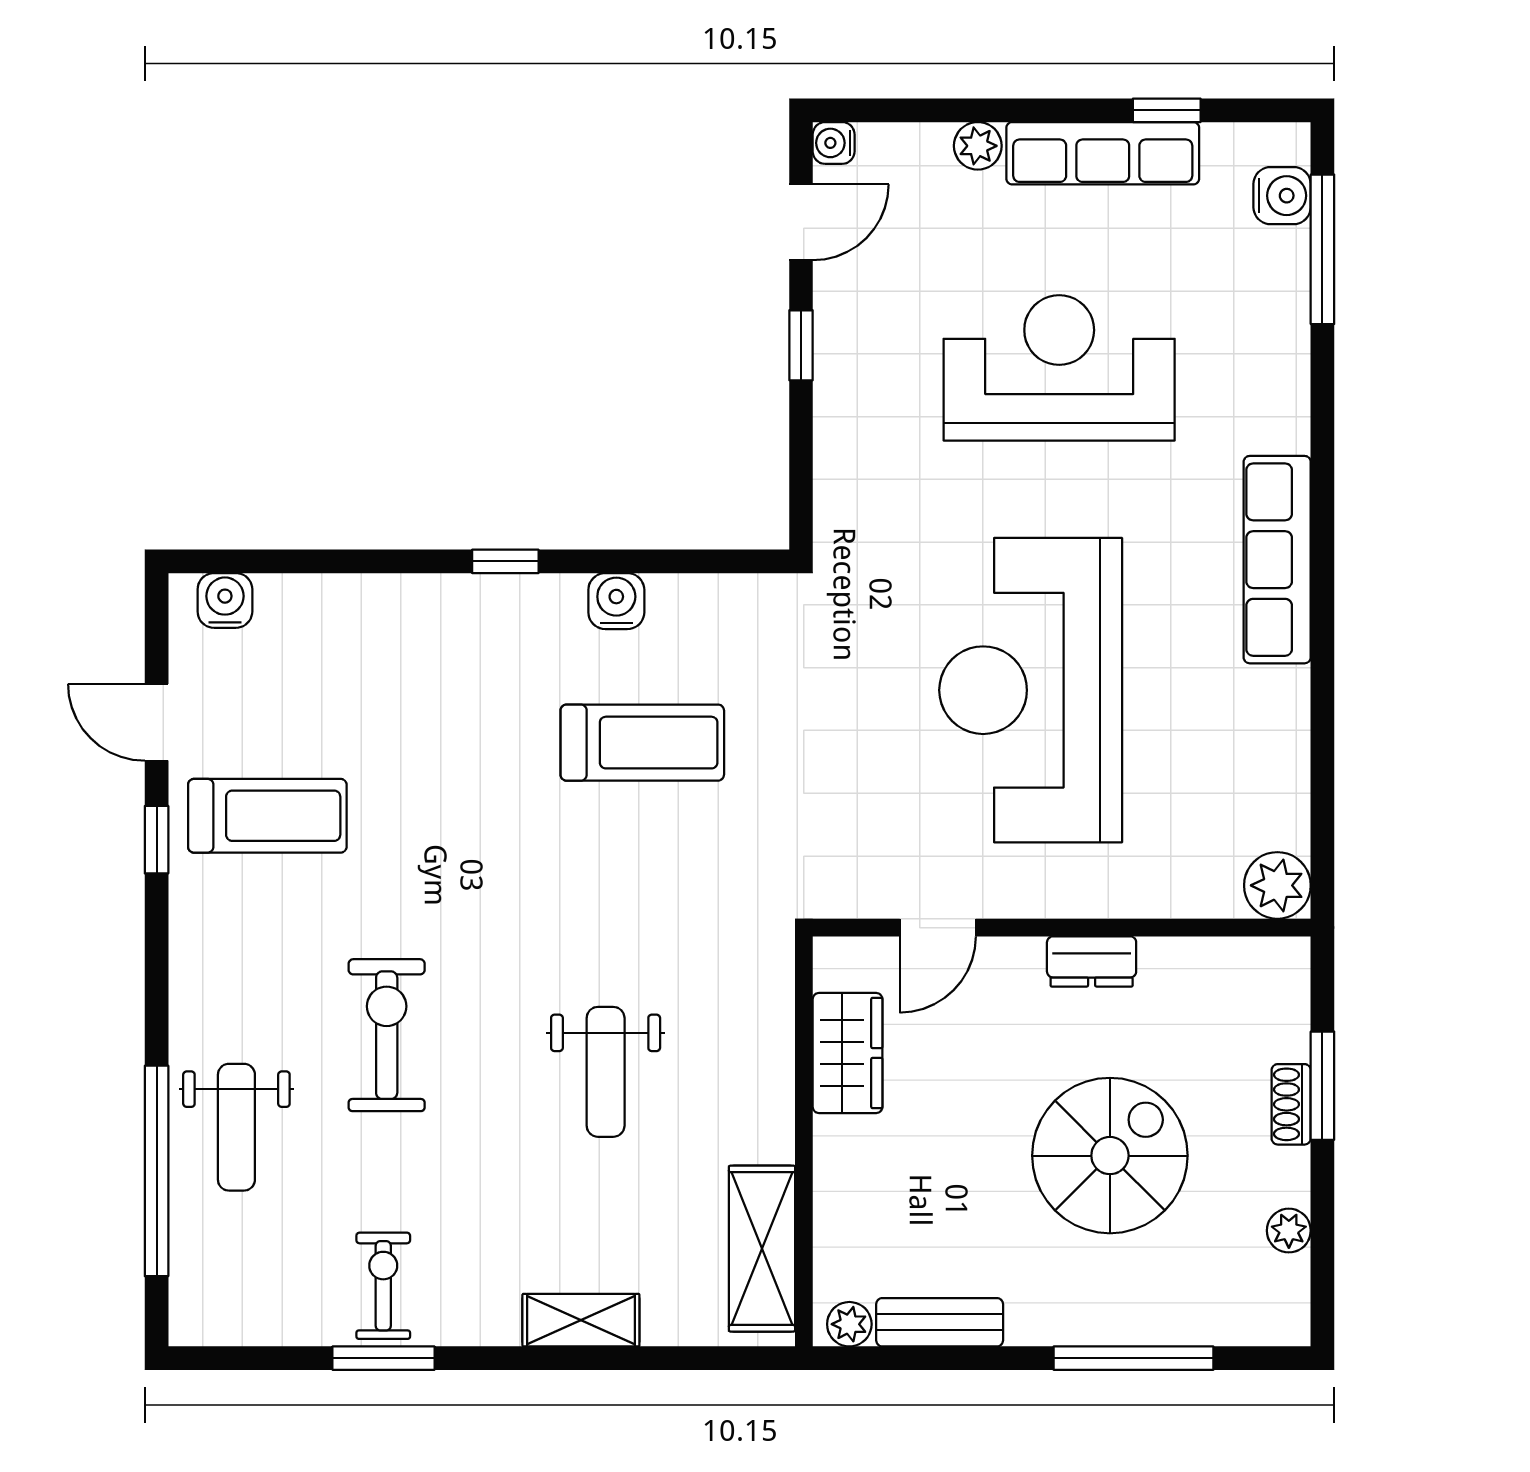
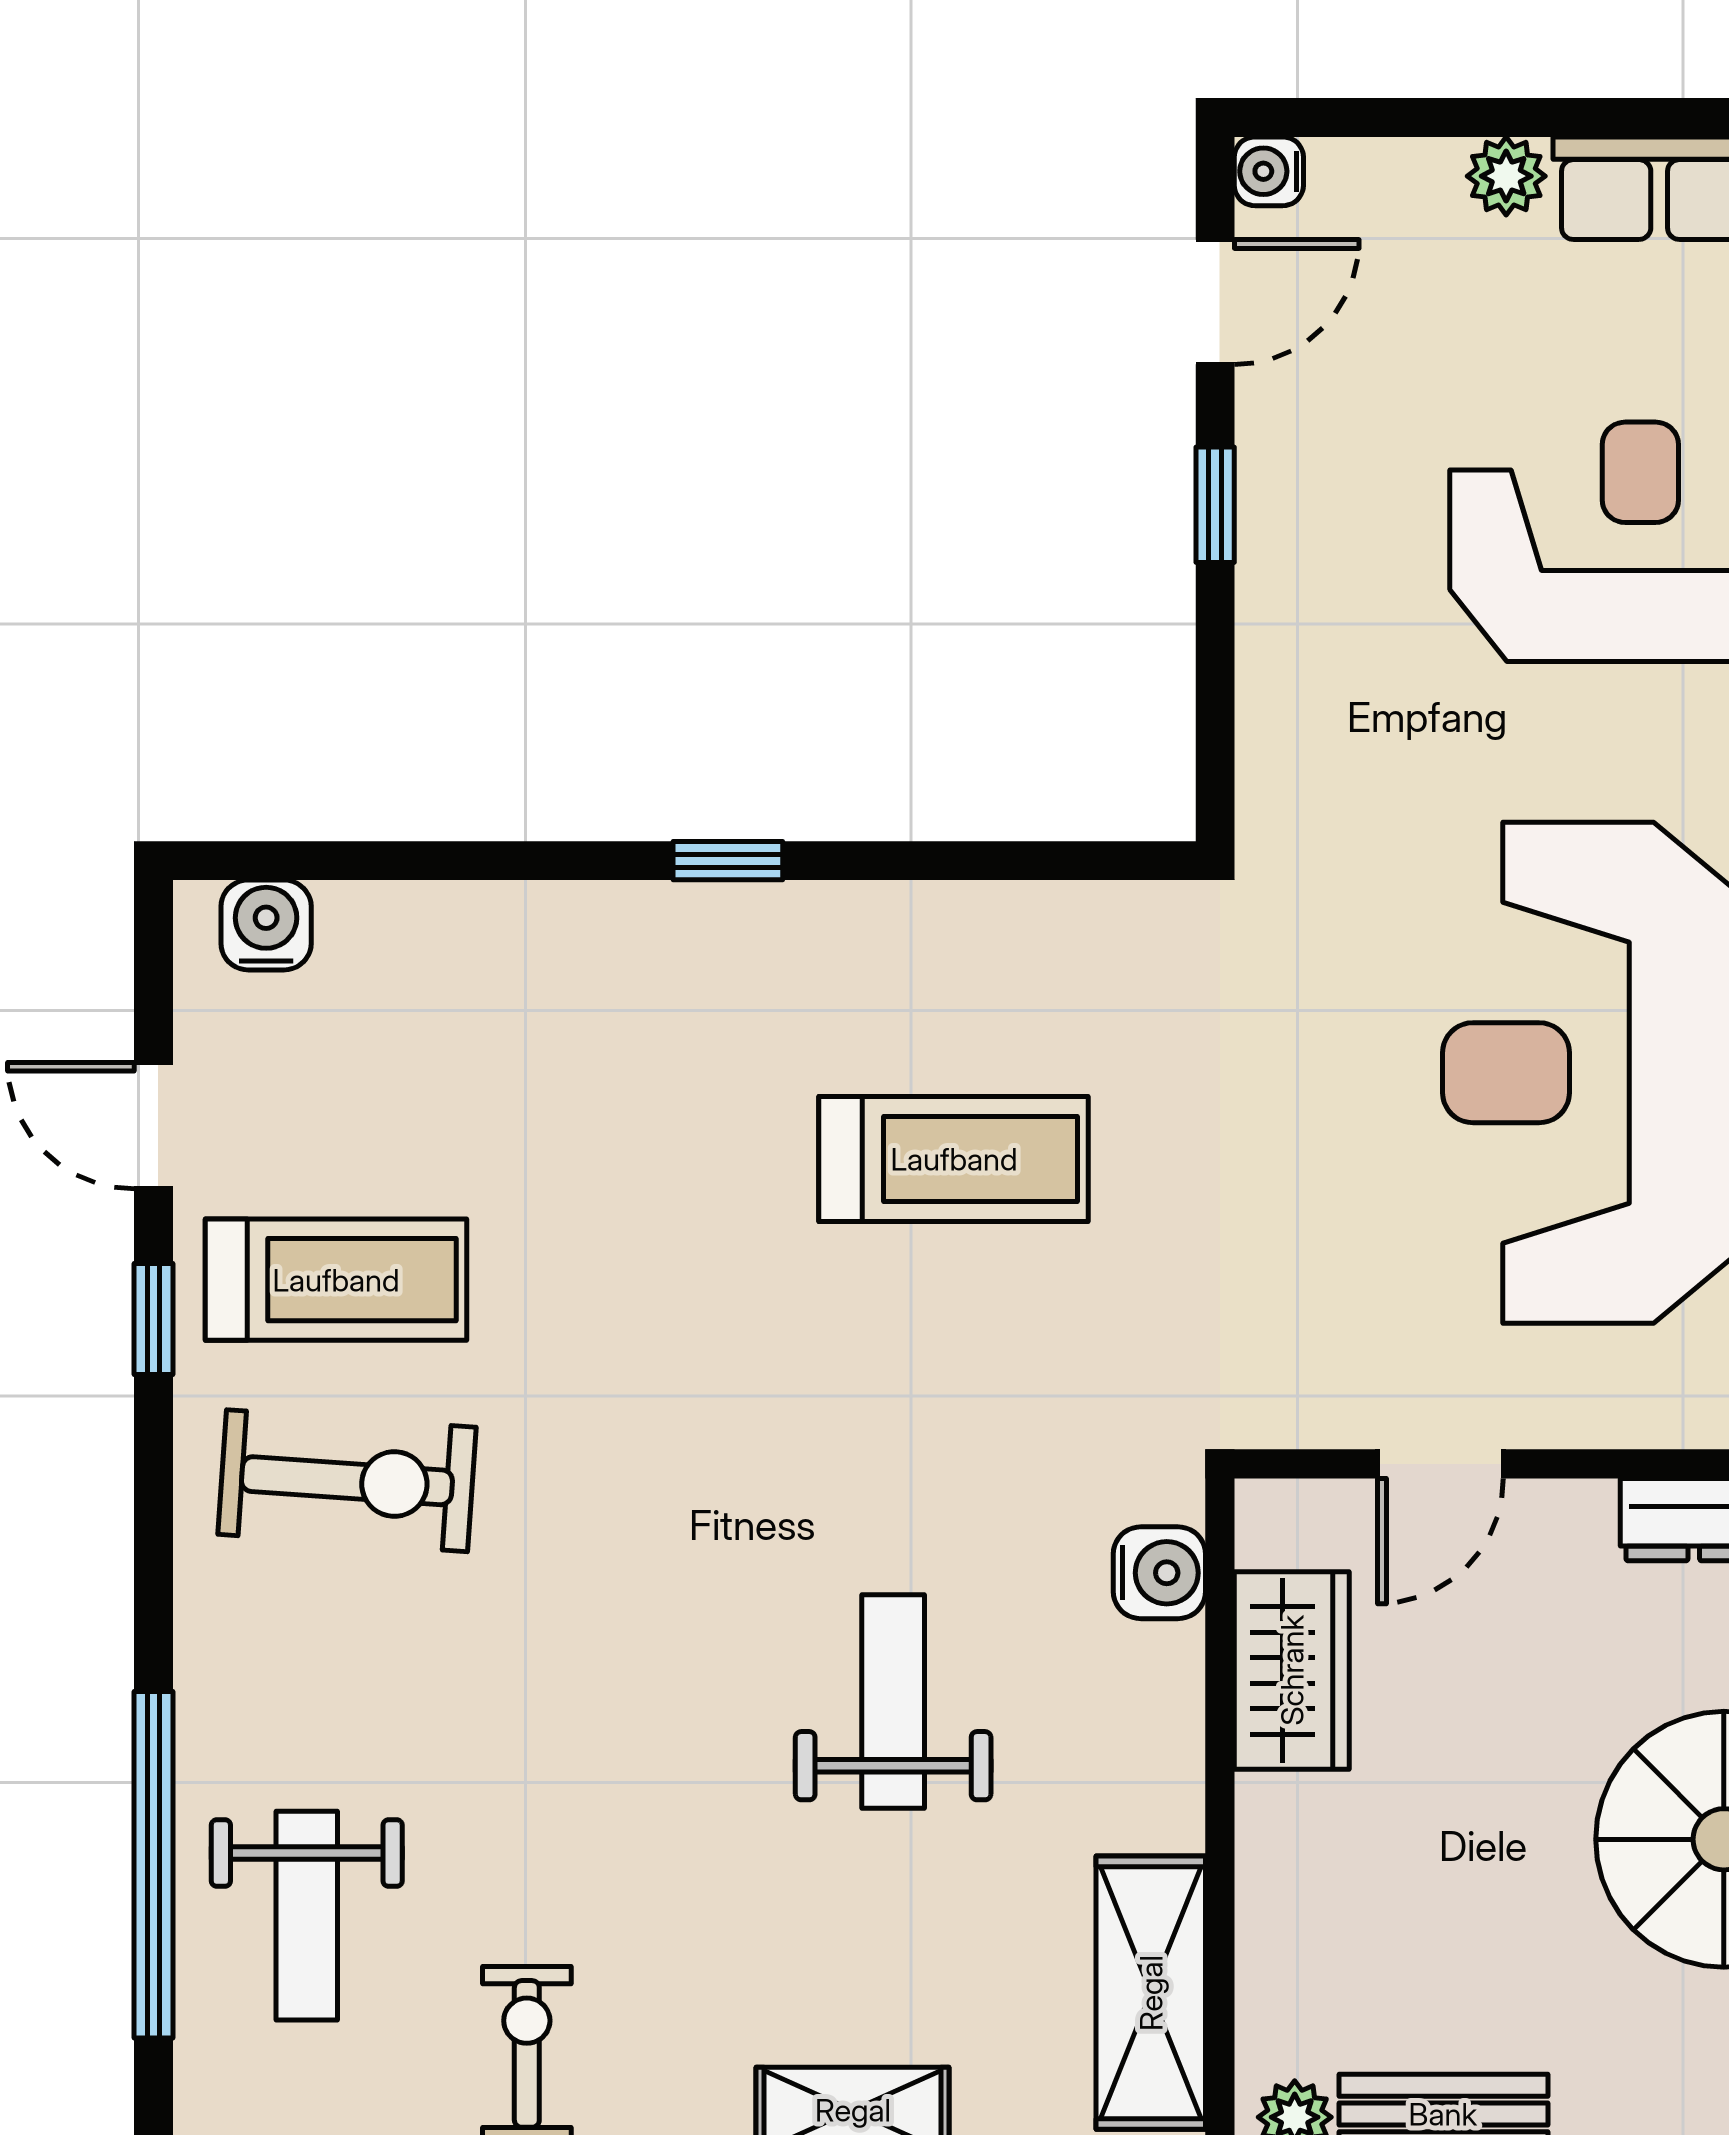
water cooler: (616, 601) -> (1159, 1573), moved, turned 90
exercise bike: (387, 1035) -> (347, 1481), moved, turned 94
weight bench: (606, 1072) -> (893, 1702), turned 180
weight bench: (236, 1127) -> (307, 1916), moved

